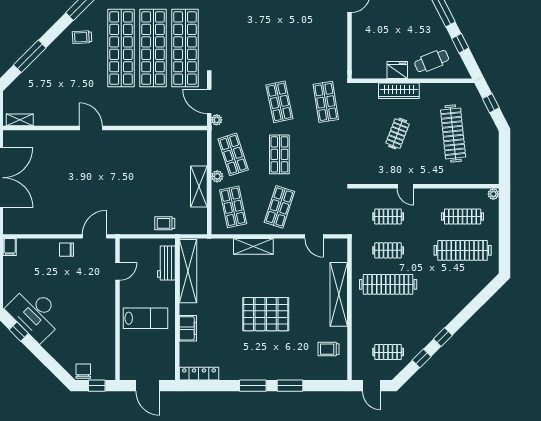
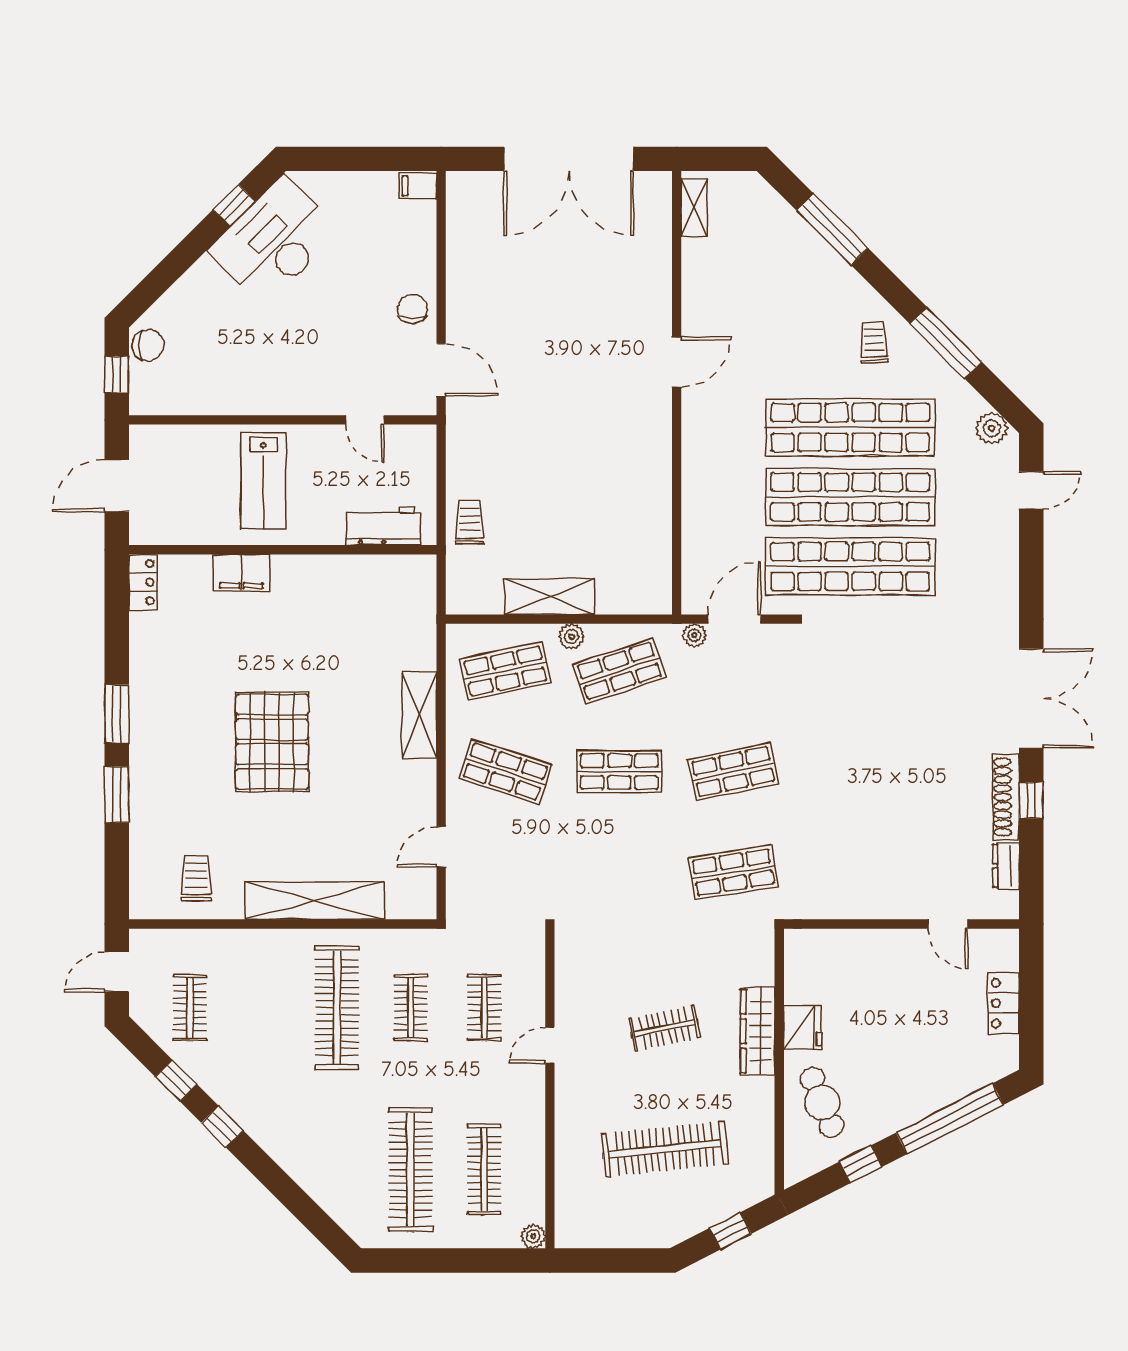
clothes rail: (398, 134) -> (665, 1028), turned -33
shelving: (188, 271) -> (366, 573), removed
locker: (199, 374) -> (143, 582), width x0.66

